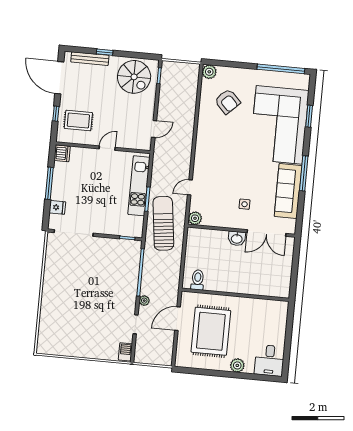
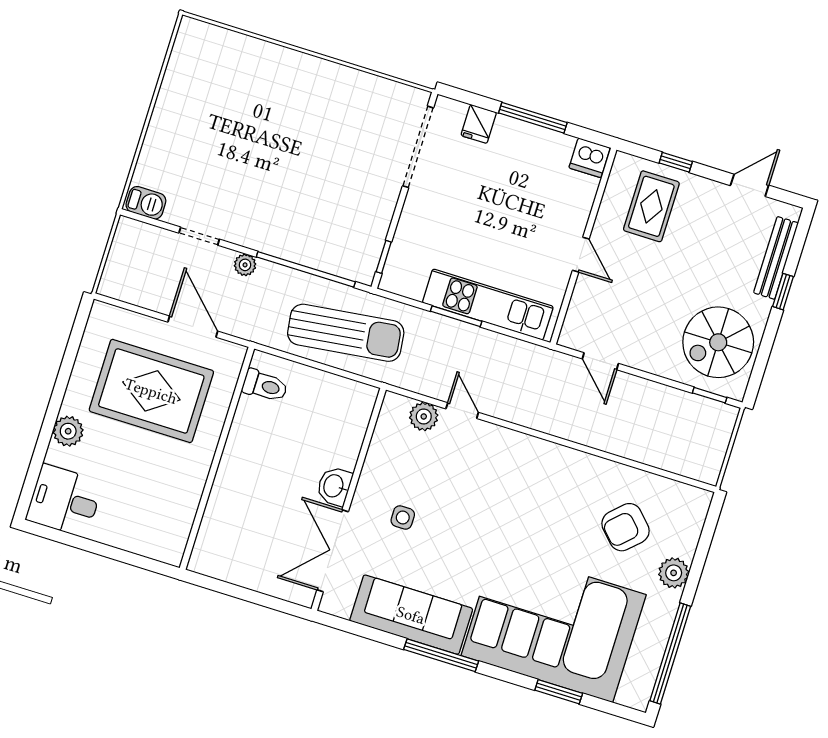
plant: (209, 72) -> (674, 573), moved
door: (59, 78) -> (750, 185), width x0.53
plant: (195, 218) -> (424, 416), moved
sun lounger: (163, 223) -> (346, 333), moved

